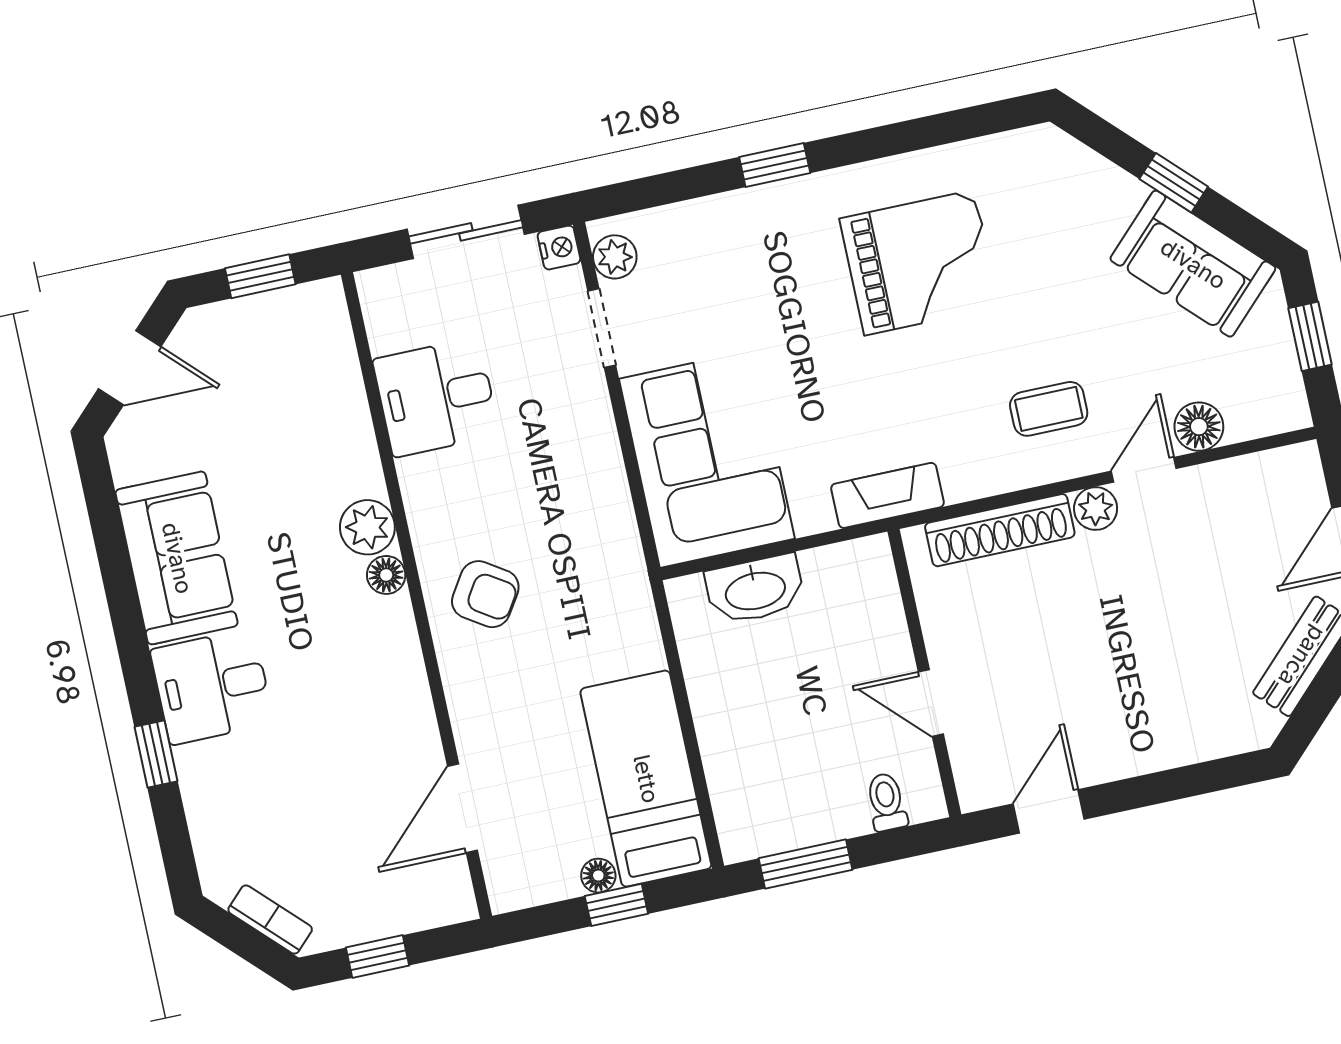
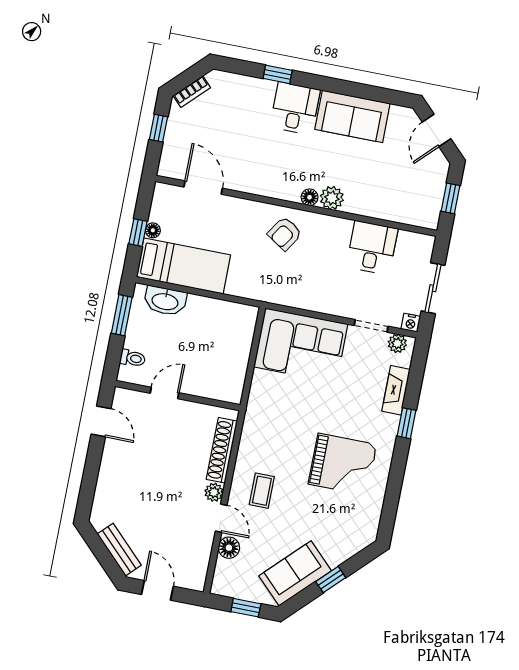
grand piano: (919, 263) -> (343, 464), turned -90
fireplace: (887, 495) -> (396, 390), moved, turned 180
washbasin: (755, 589) -> (165, 301), moved, turned -90

